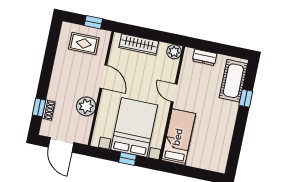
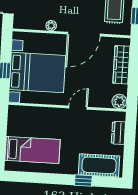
door: (103, 77) -> (84, 34), width x1.36
plant: (86, 106) -> (51, 26), width x0.53, depth x0.53
bed: (178, 137) -> (33, 150), moved

